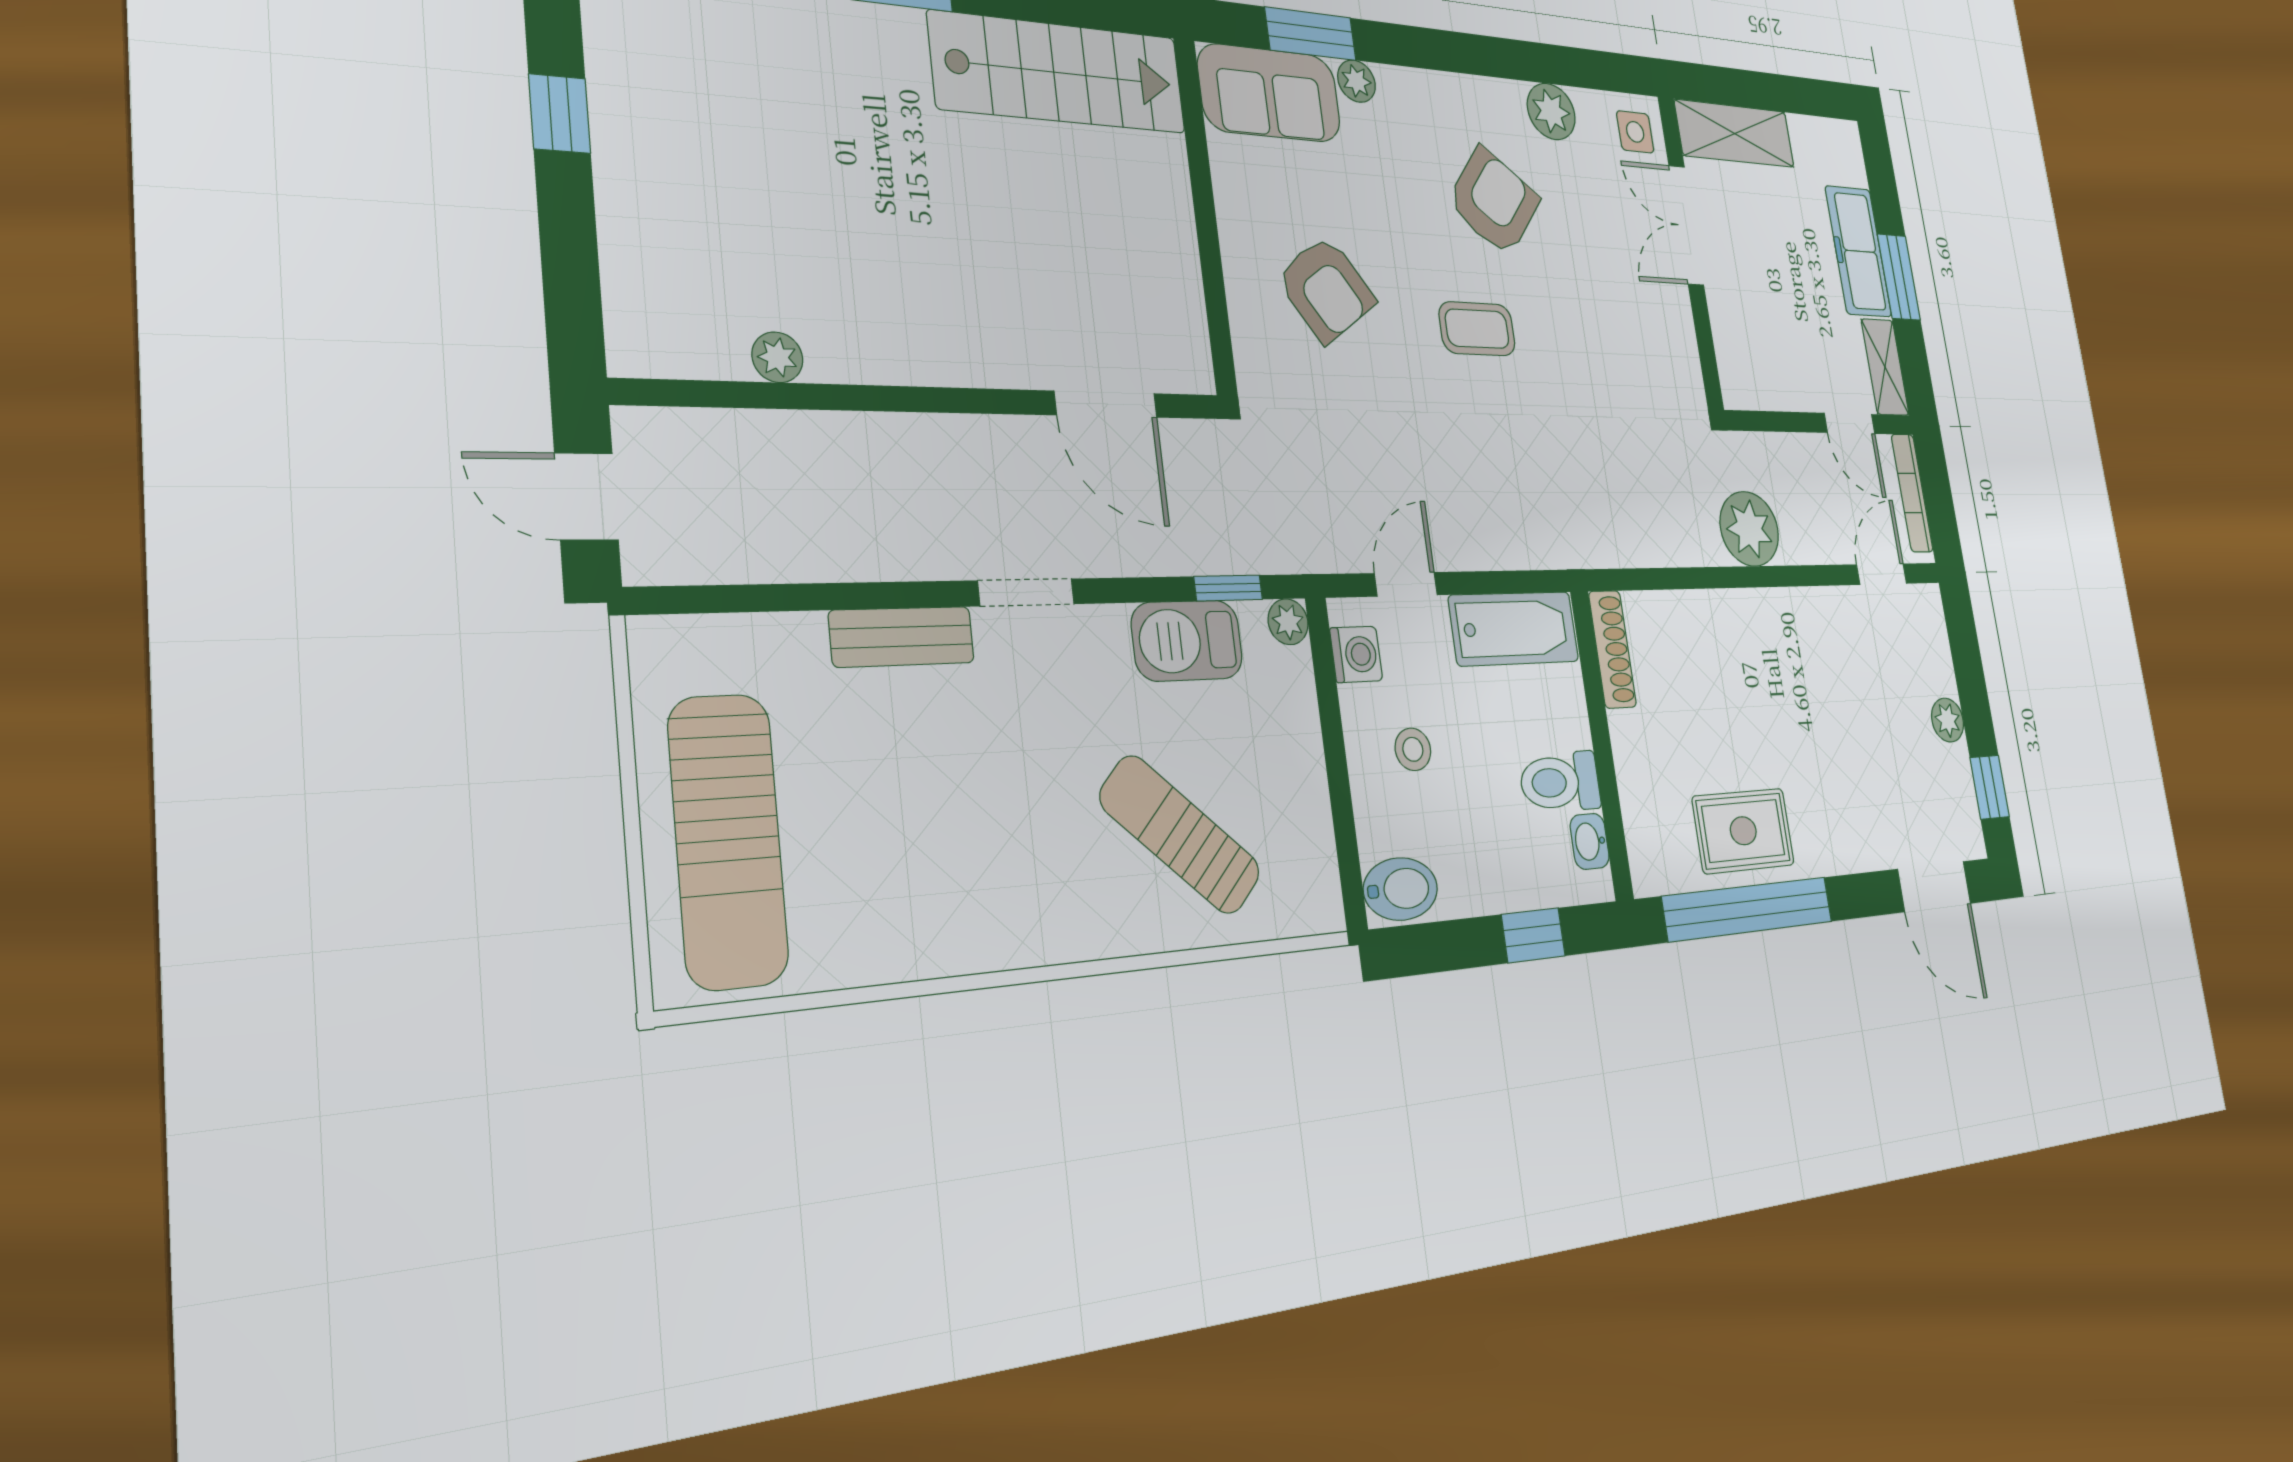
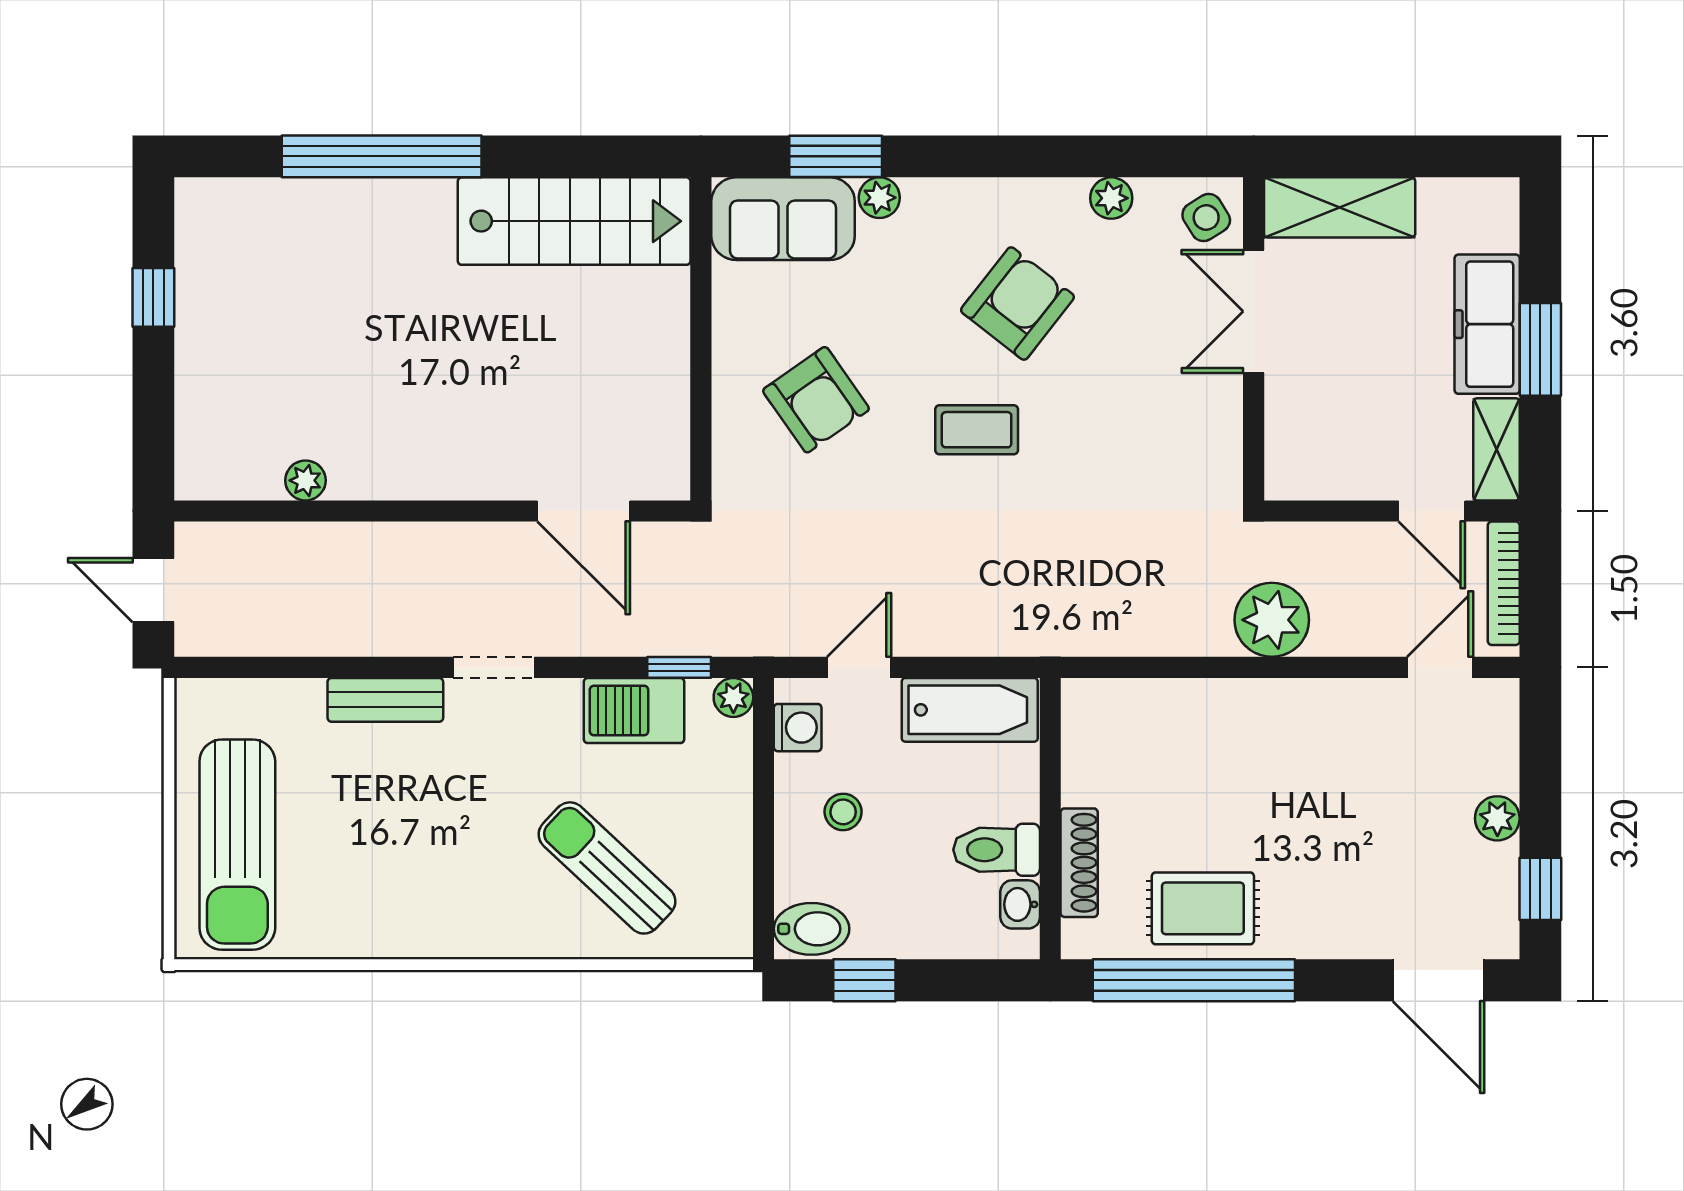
plant: (1551, 111) -> (1111, 198), width x0.73, depth x0.73
side table: (1635, 132) -> (1206, 218), turned -32
shoe rack: (1612, 649) -> (1079, 863), moved
window: (1533, 935) -> (864, 980), moved

